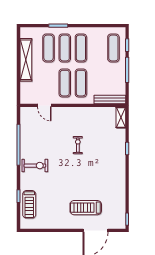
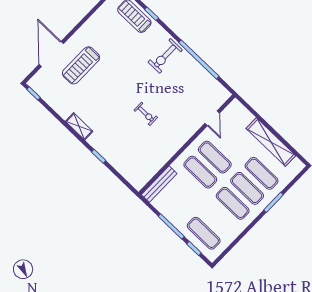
door: (44, 105) -> (212, 118), swing flipped
shelving: (121, 117) -> (79, 126), moved
treadmill: (86, 208) -> (81, 65), turned 180

